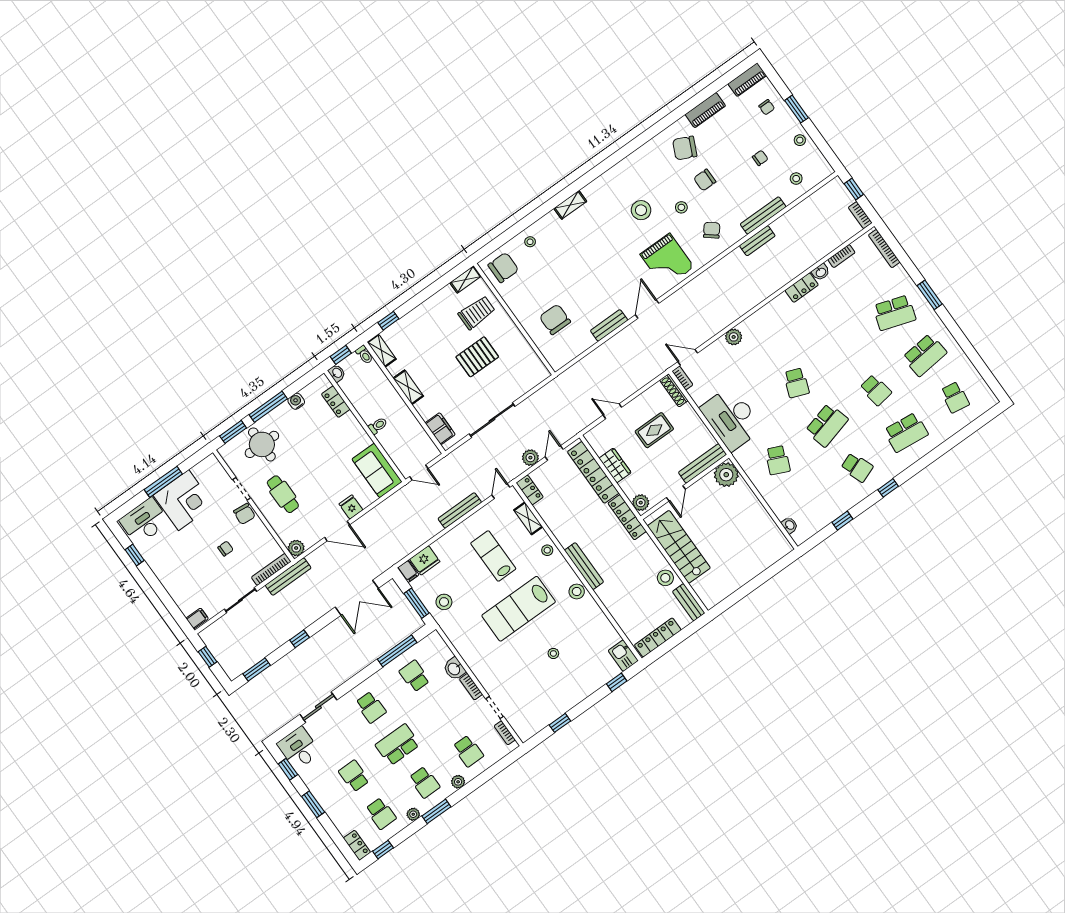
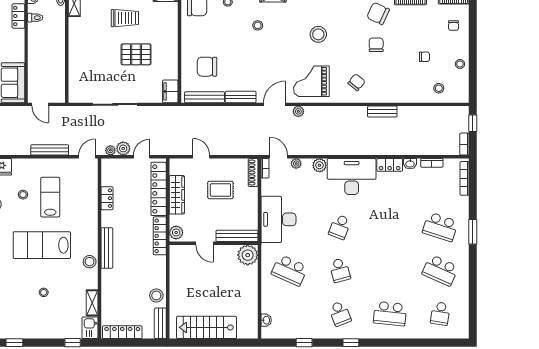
window: (797, 109) -> (473, 41), removed
chair: (705, 180) -> (376, 45), turned 90
stool: (681, 207) -> (258, 25), moved
bench: (763, 215) -> (205, 97), moved
grand piano: (667, 261) -> (311, 81), turned 90
plant: (675, 299) -> (298, 111), added
trolley: (477, 313) -> (125, 18), moved
chair: (555, 319) -> (207, 67), turned -90
desk: (773, 325) -> (352, 176), added
plant: (710, 352) -> (296, 163), added
school desk: (925, 355) -> (440, 270), turned 30
shelving: (408, 387) -> (75, 41), removed
school desk: (876, 390) -> (390, 270), removed
school desk: (827, 425) -> (340, 270), width x0.54
toilet: (378, 426) -> (35, 18), moved
filing cabinet: (440, 429) -> (170, 91), moved, turned 180
school desk: (778, 460) -> (290, 270), width x1.85
wardrobe: (615, 465) -> (177, 195), width x1.50
plant: (519, 468) -> (110, 150), added
locker: (530, 490) -> (107, 198), moved
door: (676, 493) -> (204, 243), hinge flipped
shelving: (528, 518) -> (92, 303), moved
stairs: (679, 547) -> (207, 327), moved, turned -90
stool: (547, 550) -> (23, 195), moved

